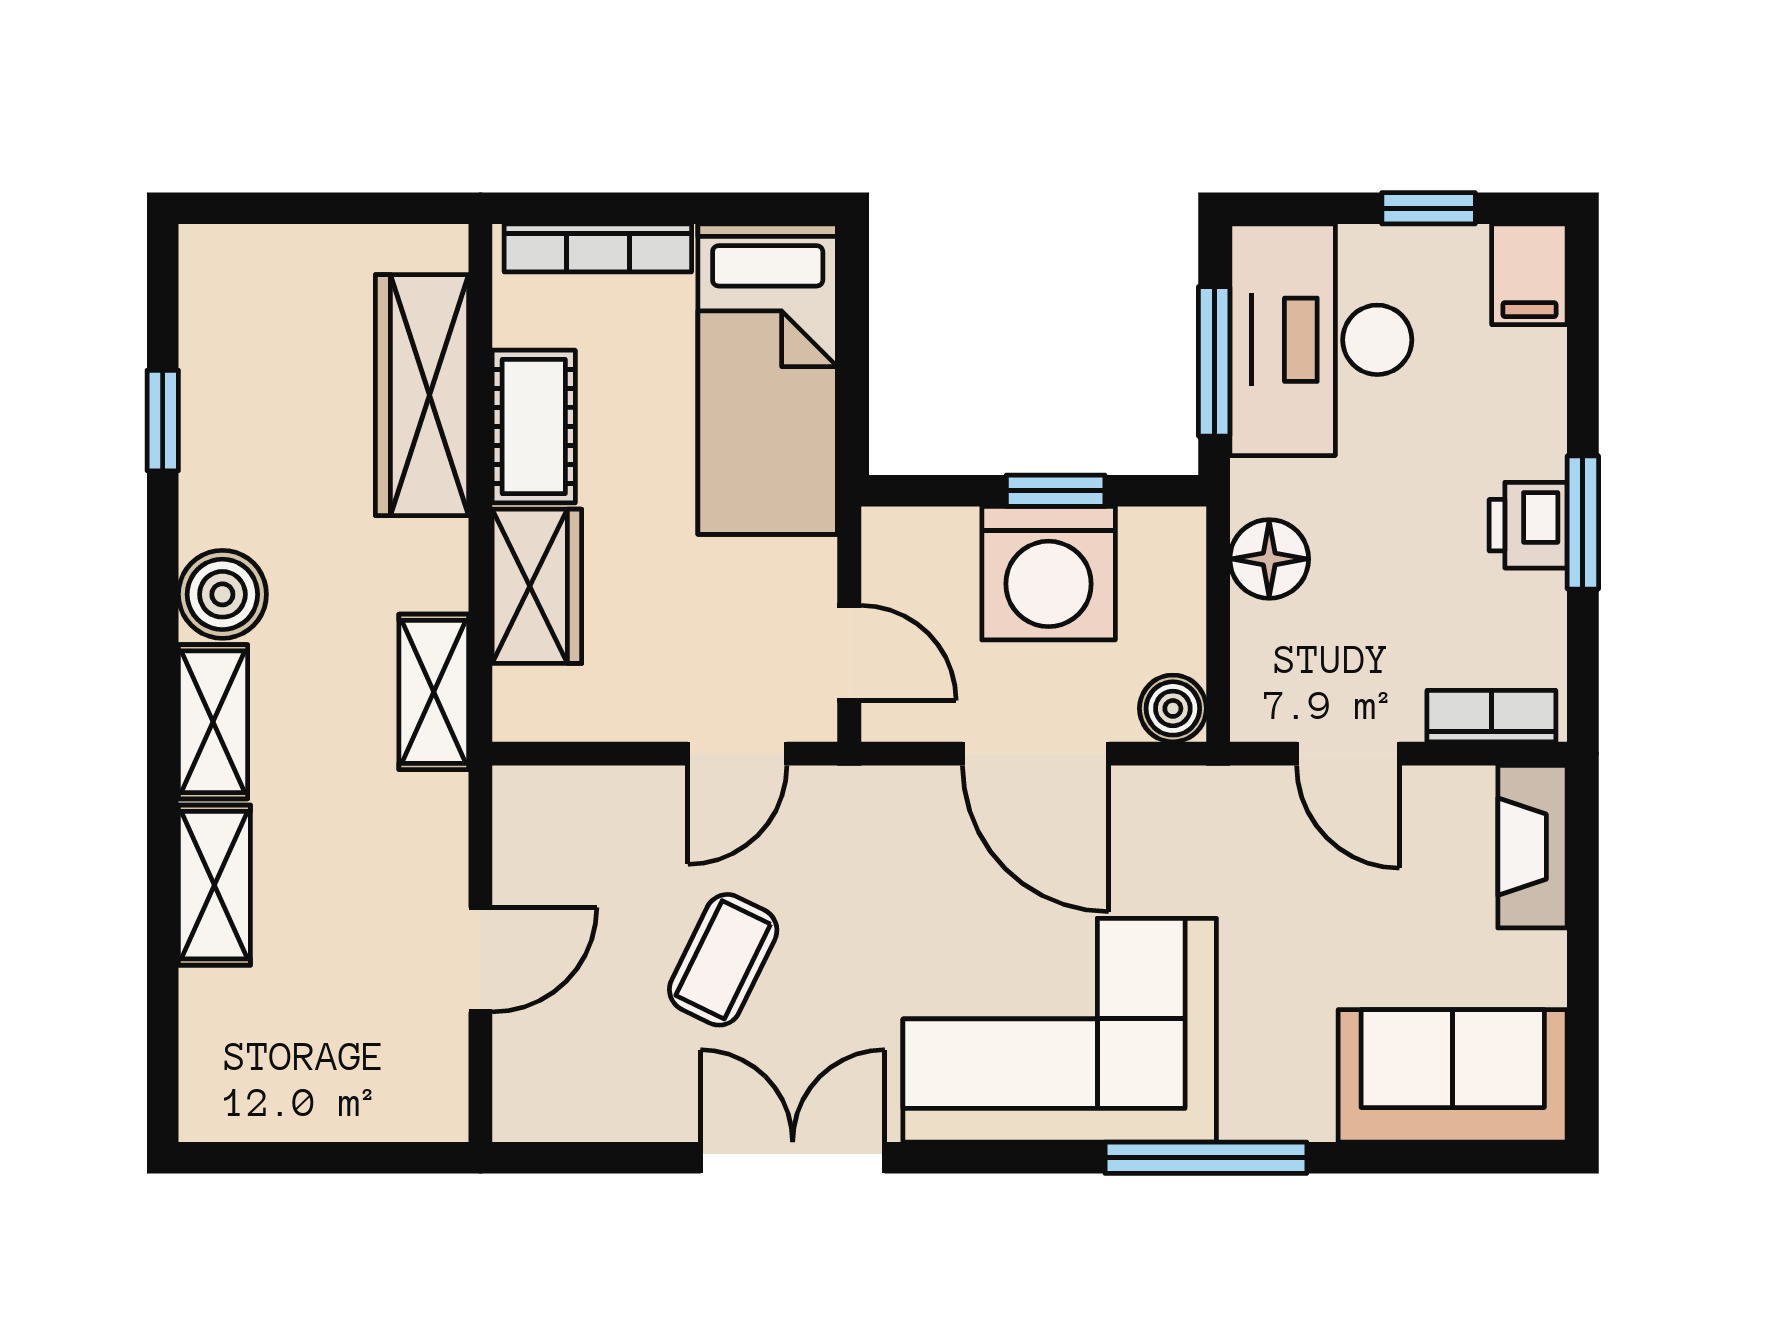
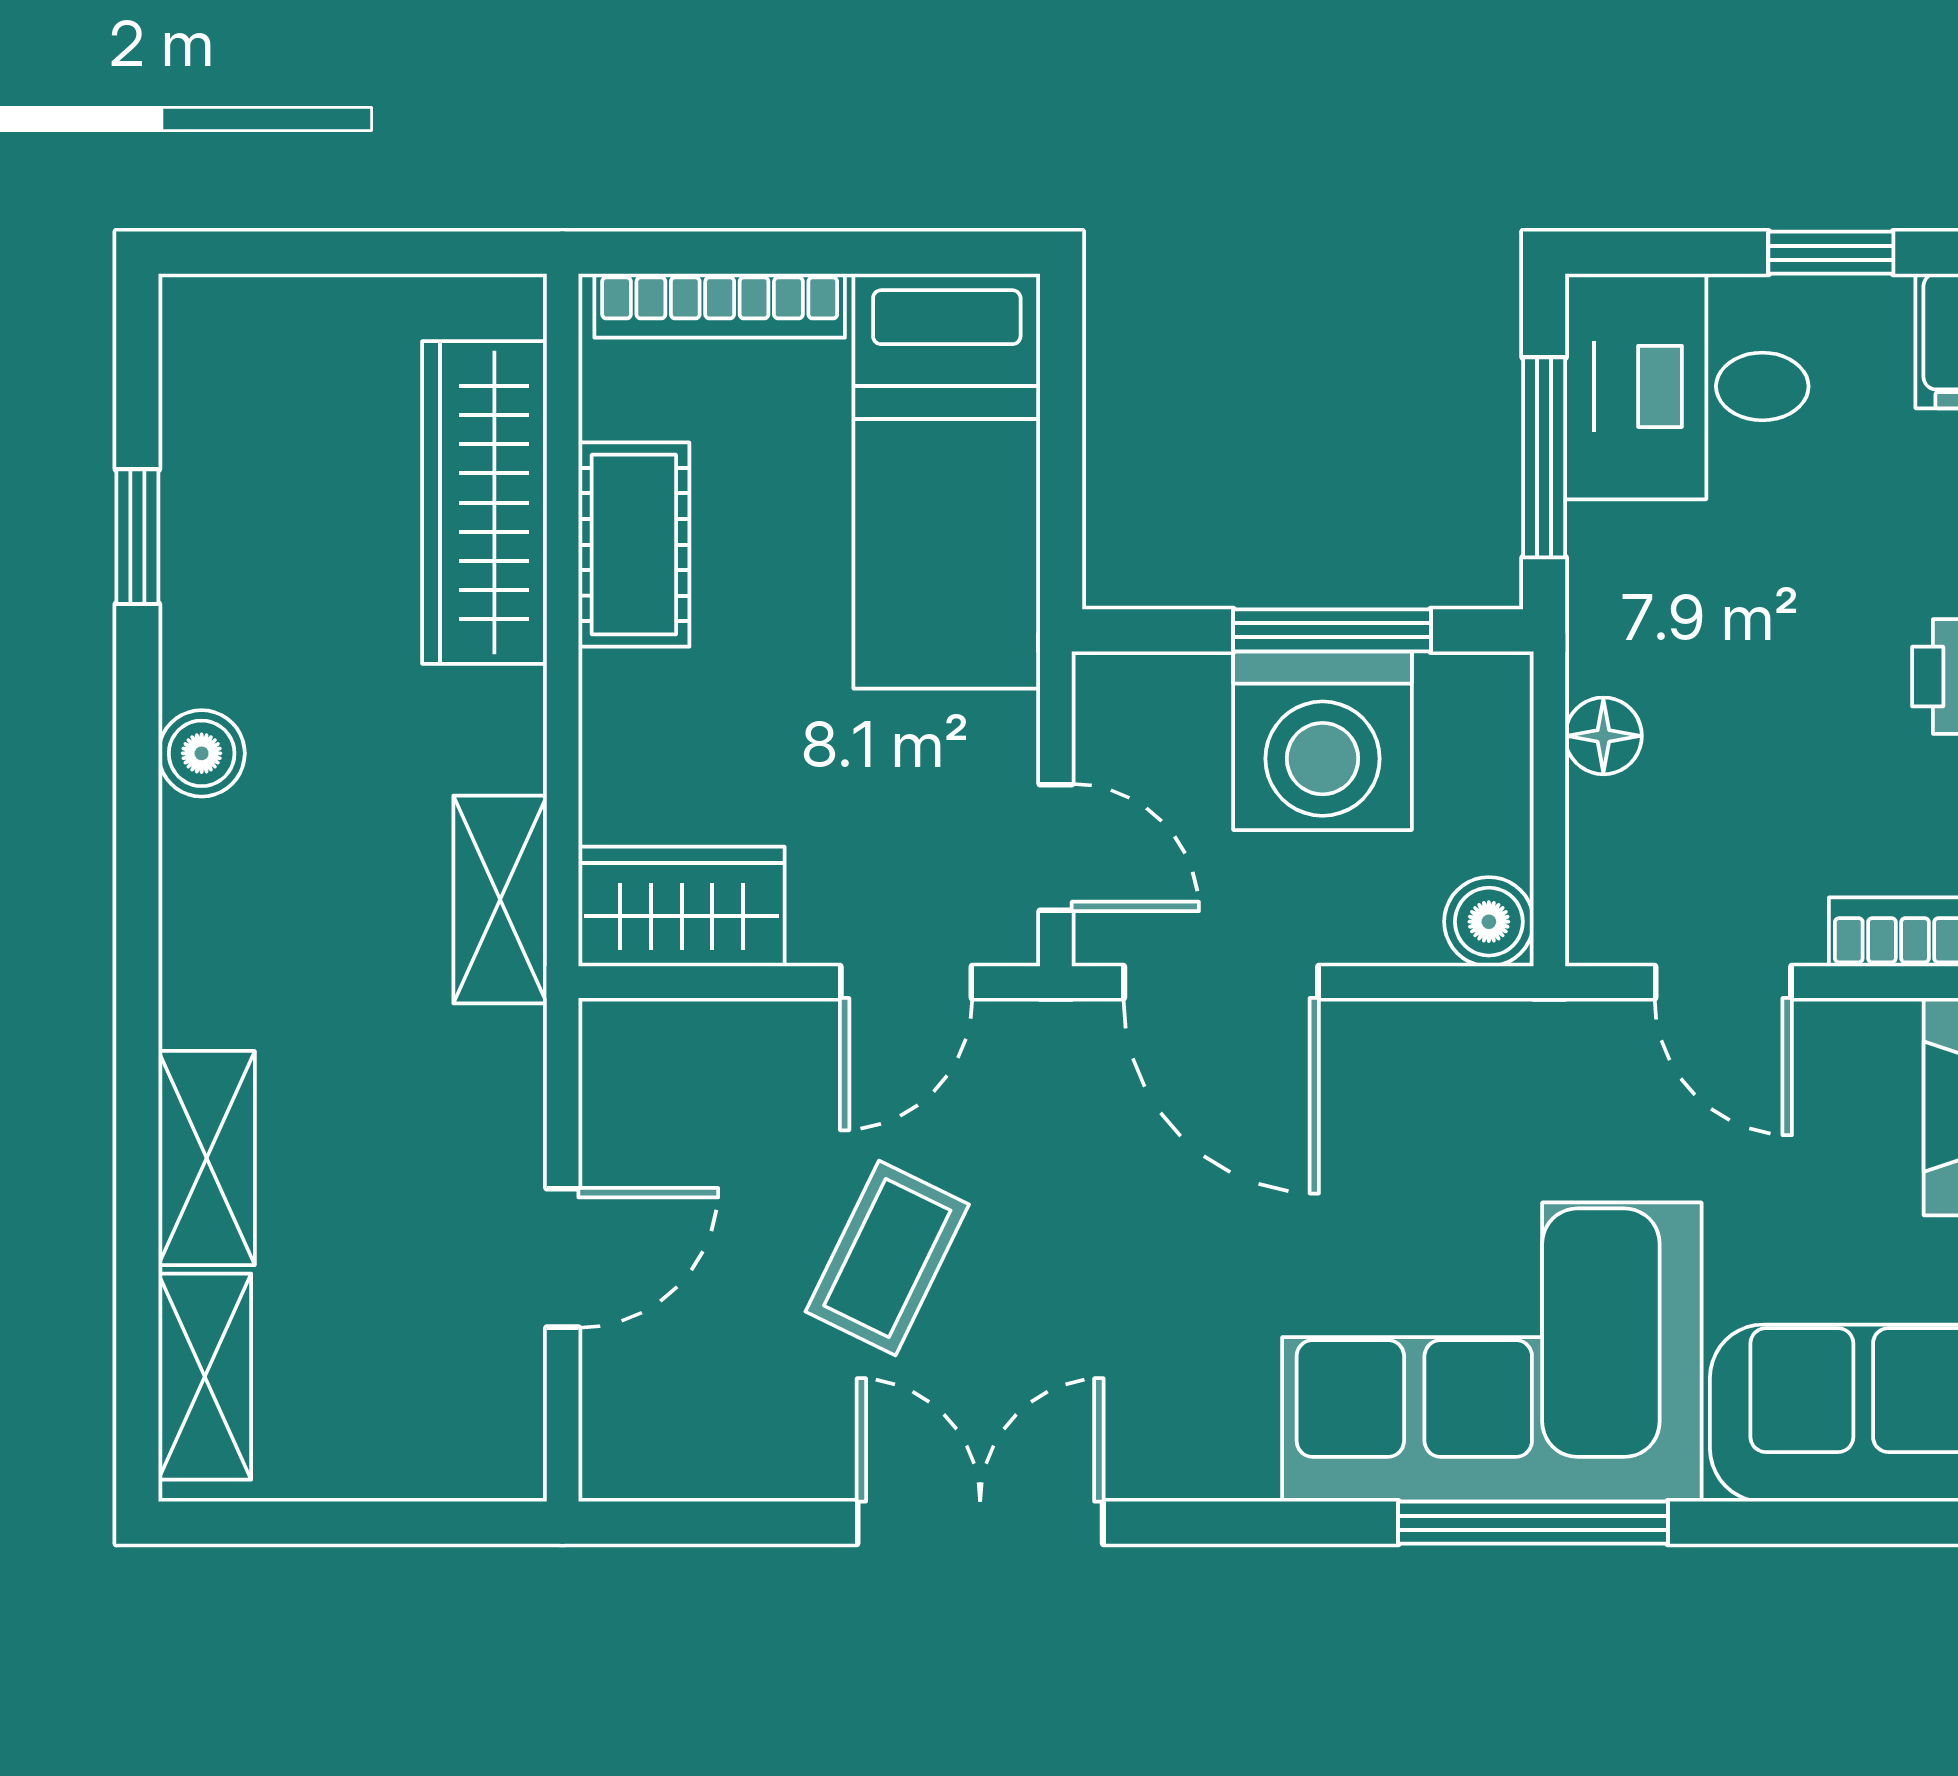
desk: (1321, 340) -> (1687, 386), width x0.73
window: (1056, 491) -> (1332, 630), width x1.50
floor lamp: (1269, 559) -> (1603, 736), width x0.73, depth x0.73
wardrobe: (537, 586) -> (682, 907), moved, turned -90
boiler: (222, 594) -> (202, 753), width x0.73, depth x0.73
shelving: (213, 722) -> (205, 1377), moved
door: (1036, 754) -> (1221, 982), moved
corner sofa: (1060, 1030) -> (1492, 1352), moved

